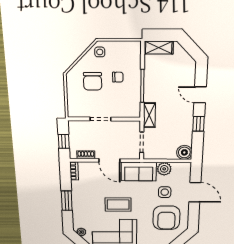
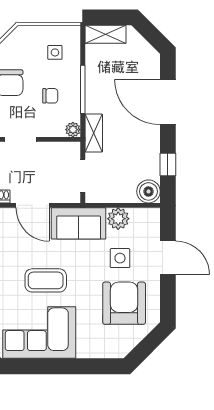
side table: (100, 52) -> (55, 52), moved
chair: (118, 77) -> (50, 96), moved
door: (200, 95) -> (168, 102), width x1.87
plant: (136, 113) -> (73, 130), added
window: (198, 124) -> (168, 164), moved
armchair: (166, 218) -> (124, 303), turned 180

